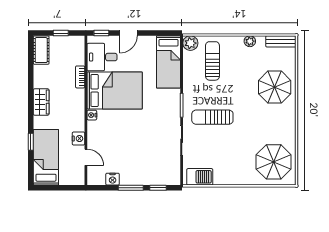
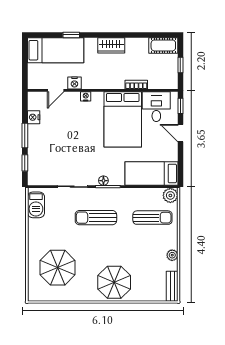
parasol: (275, 87) -> (114, 282), moved
floor lamp: (176, 110) -> (103, 181), added
nightstand: (92, 115) -> (86, 96), moved
sun lounger: (212, 117) -> (96, 218), turned -90
parasol: (274, 162) -> (58, 268), moved

